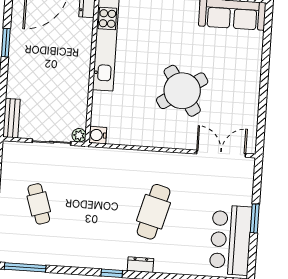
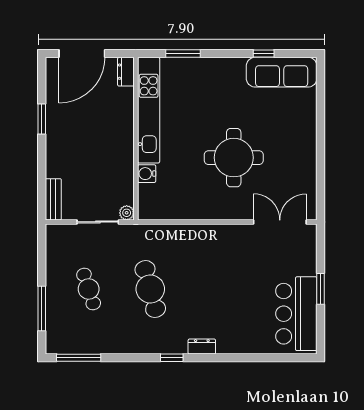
round table: (182, 91) -> (234, 158), turned 34
water cooler: (98, 135) -> (147, 174), moved
cafe table: (154, 212) -> (150, 289), moved, turned -30

